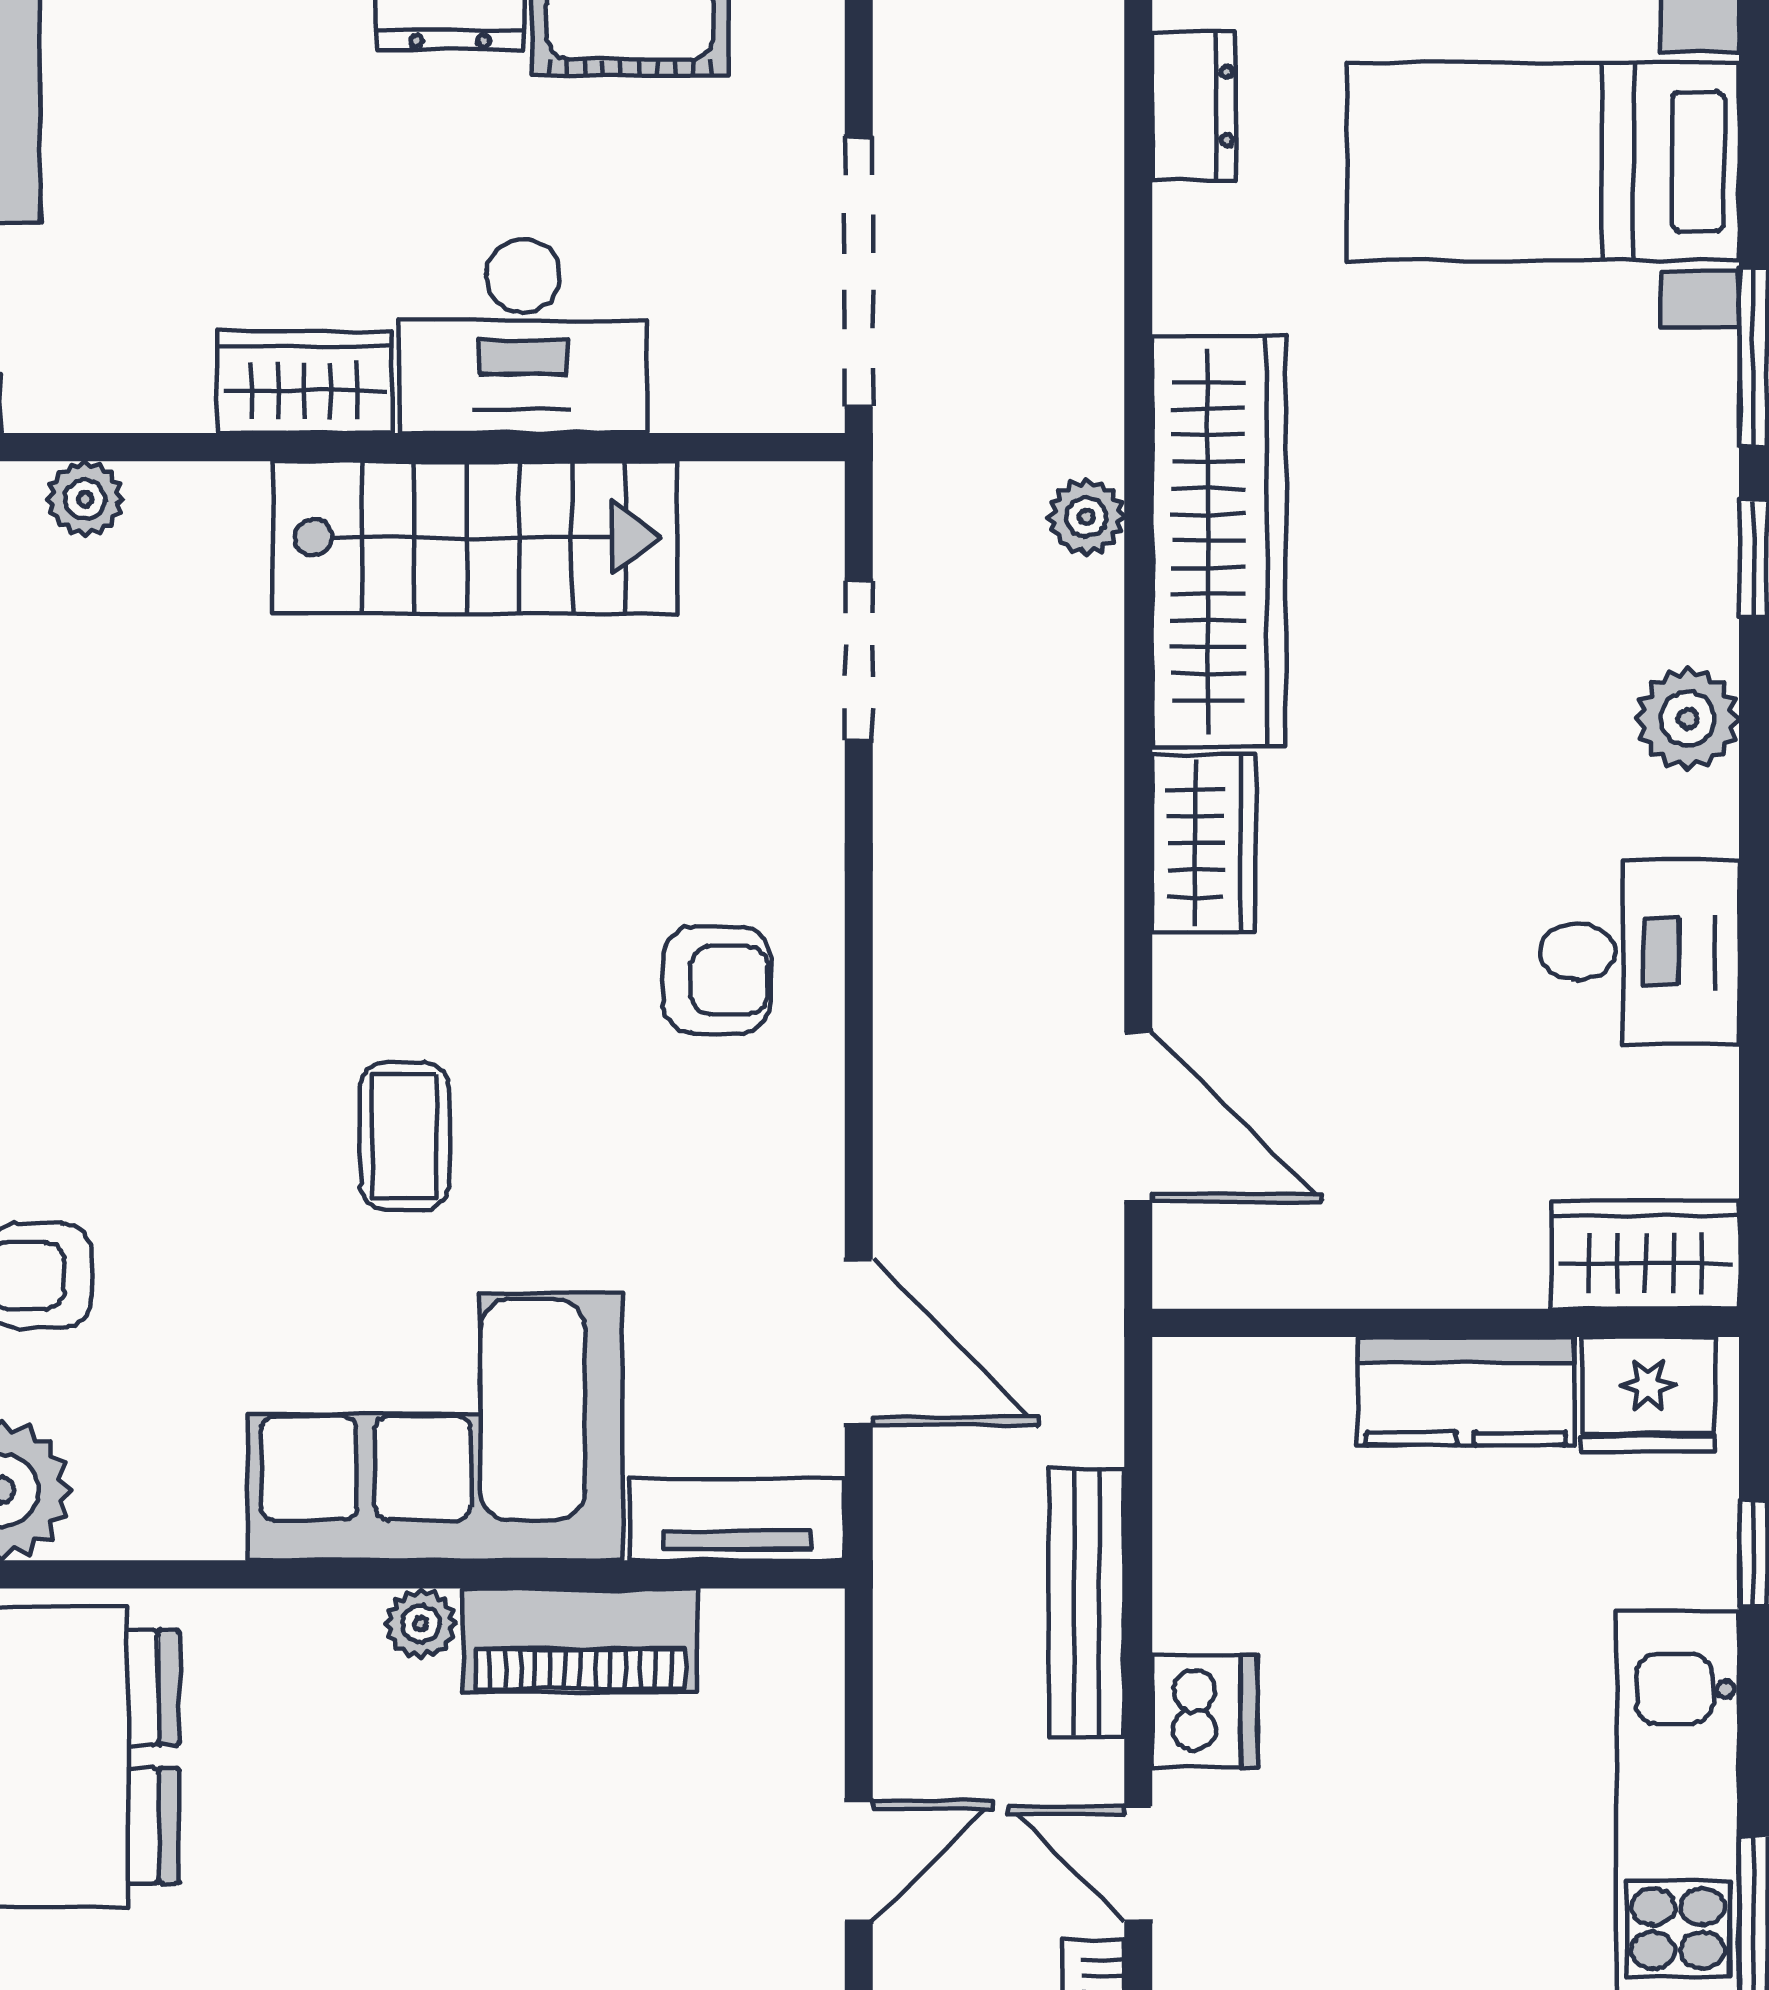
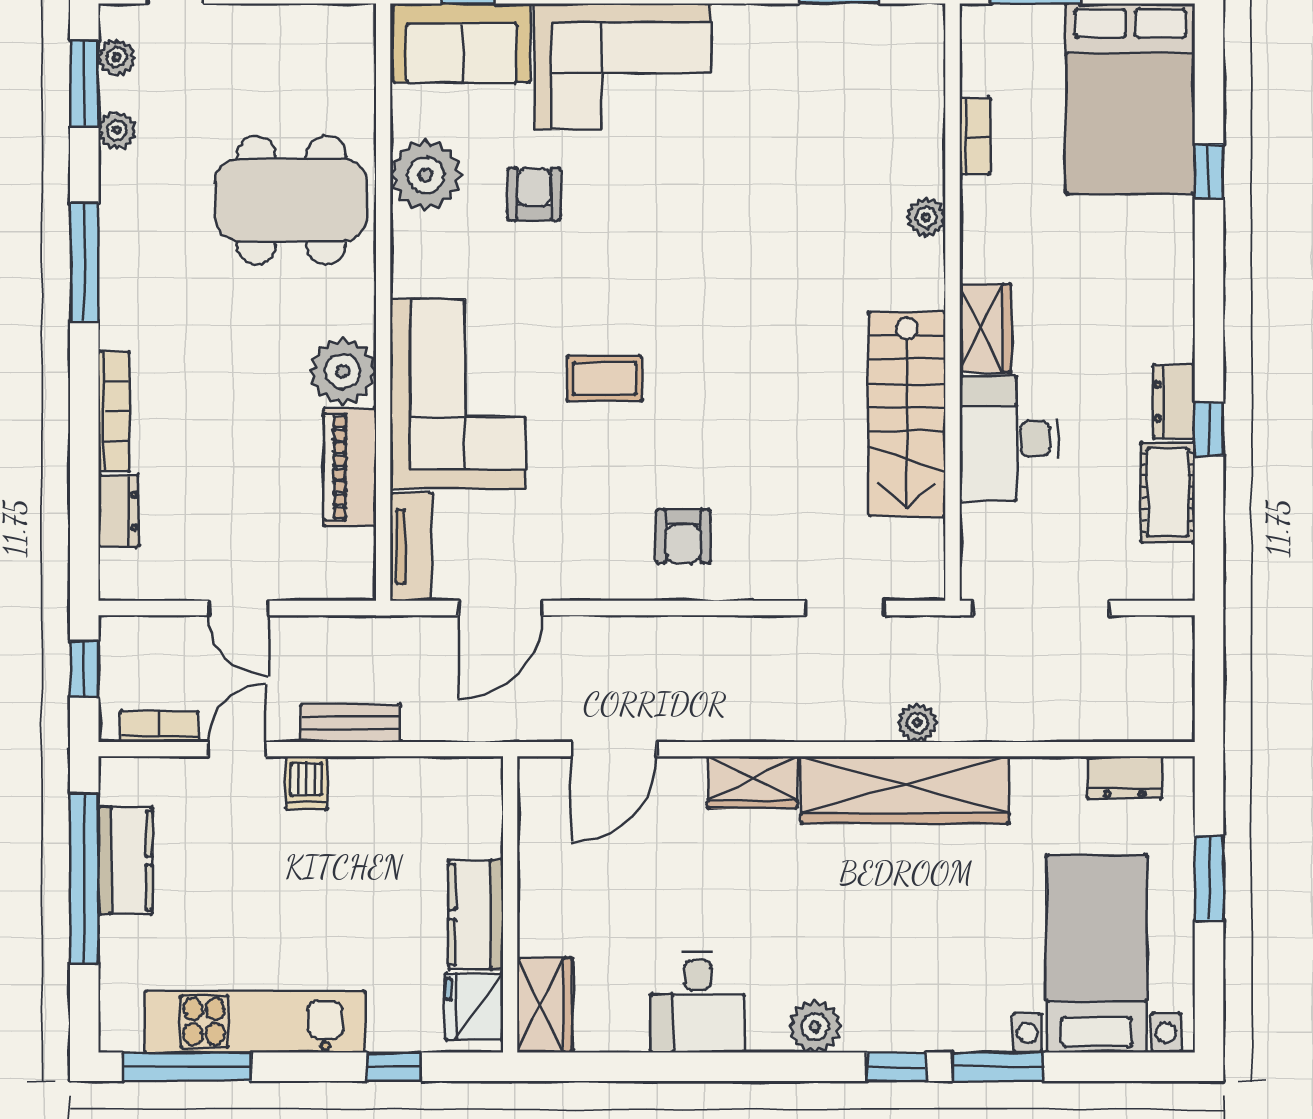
bench: (1087, 1602) -> (351, 723), width x0.73
plant: (421, 1624) -> (343, 371), width x1.87, depth x1.87
dishwasher: (1205, 1711) -> (306, 783), width x0.73

